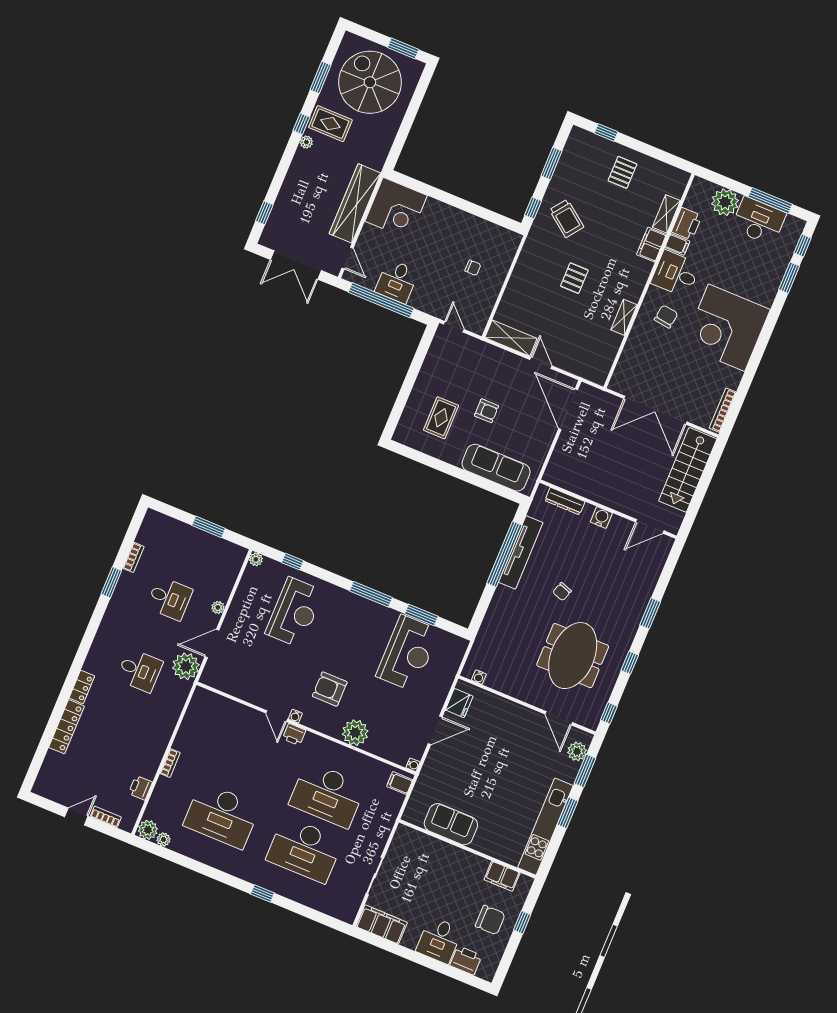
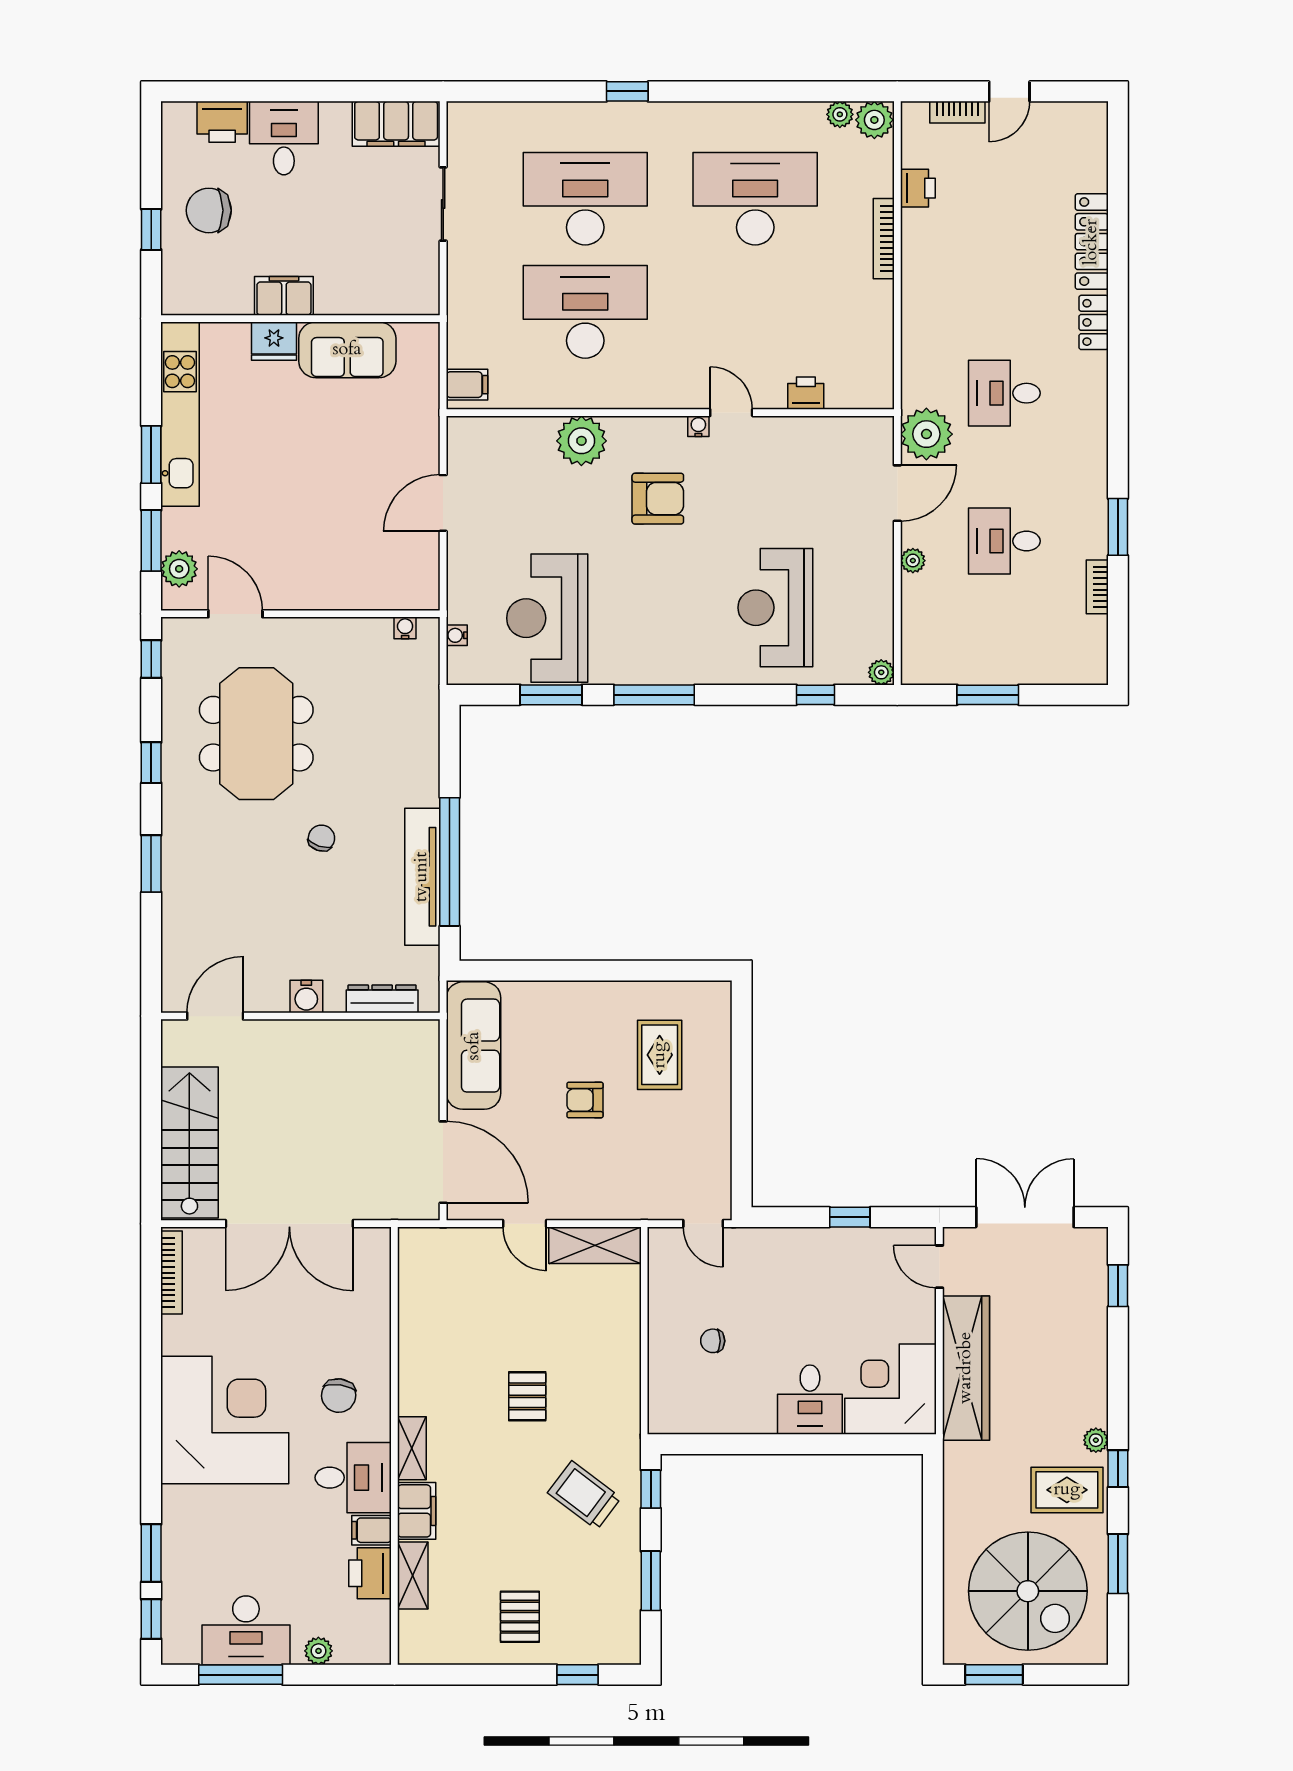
plant: (725, 202) -> (318, 1651), width x0.53, depth x0.53
desk: (397, 281) -> (810, 1400), moved, turned 180
window: (381, 300) -> (850, 1217), width x0.32
shelving: (624, 317) -> (412, 1448), moved
double door: (655, 410) -> (289, 1224), swing flipped
sofa: (496, 468) -> (474, 1046), moved, turned -90
fridge: (459, 703) -> (274, 341), moved, turned -90
printer: (294, 734) -> (806, 393), moved
bookcase: (170, 763) -> (884, 239), width x1.56
water cooler: (413, 765) -> (457, 635), moved
filing cabinet: (502, 876) -> (284, 296), moved

